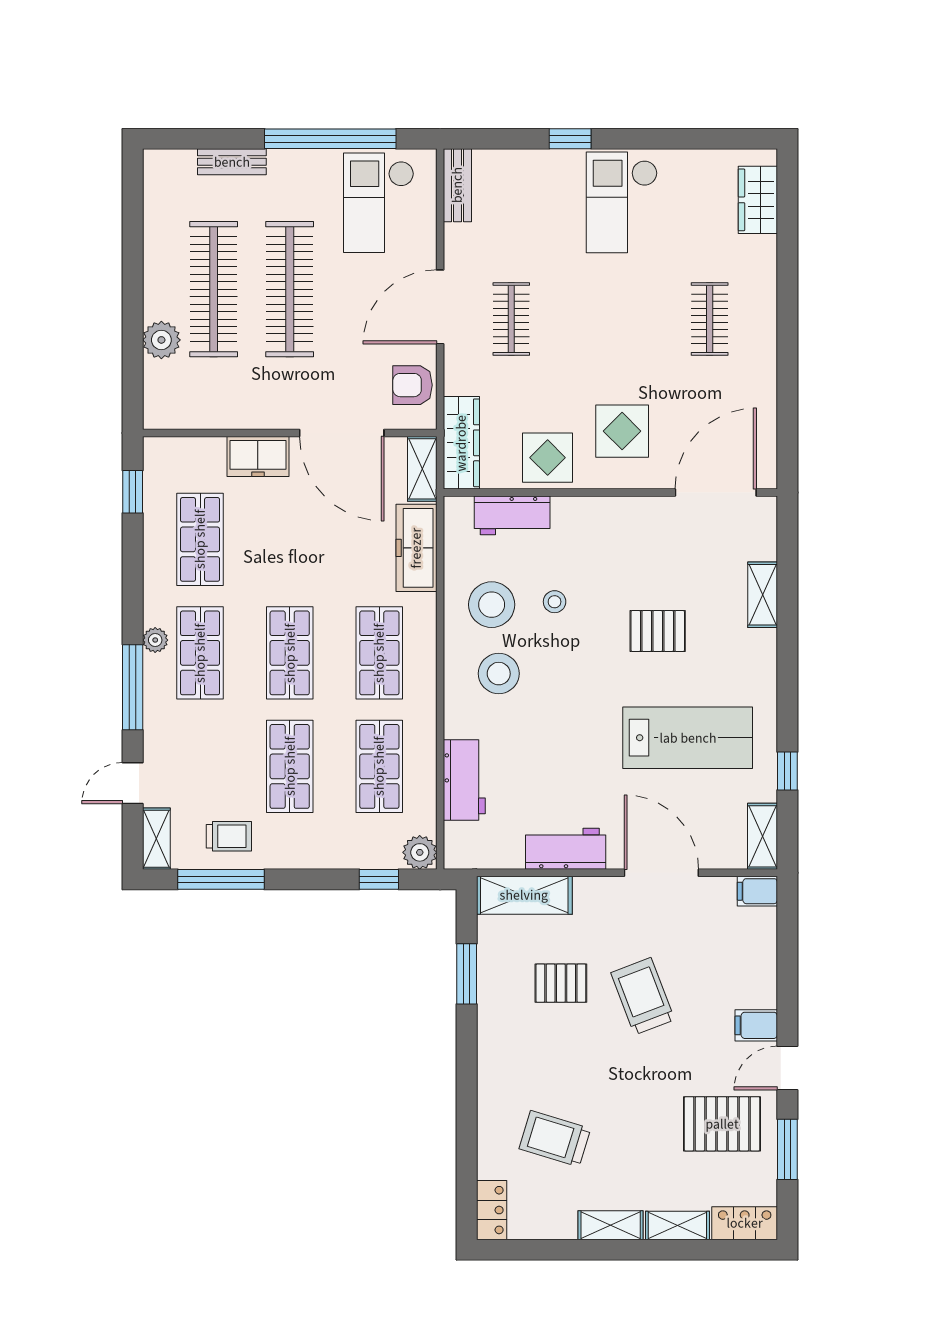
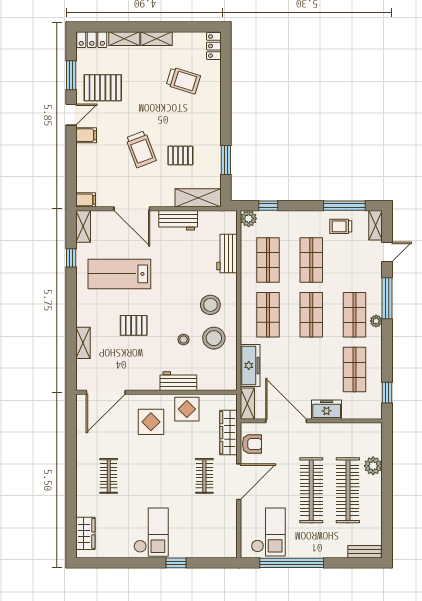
bench: (232, 162) -> (365, 552), moved
bench: (457, 185) -> (230, 540), removed
wardrobe: (461, 443) -> (228, 433), moved
workbench: (512, 515) -> (178, 381), moved

